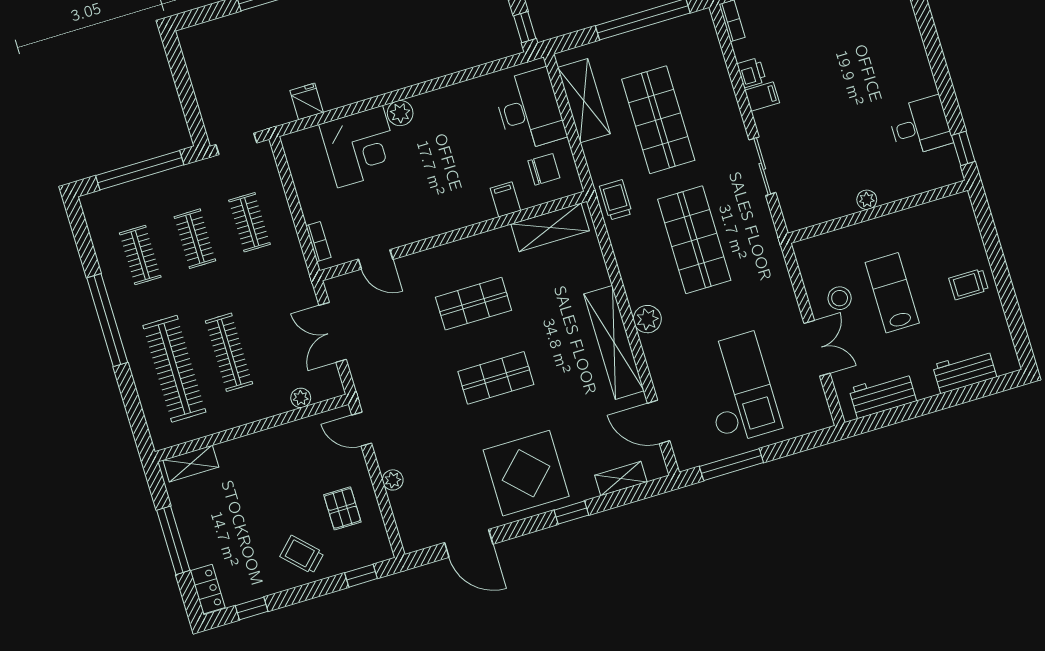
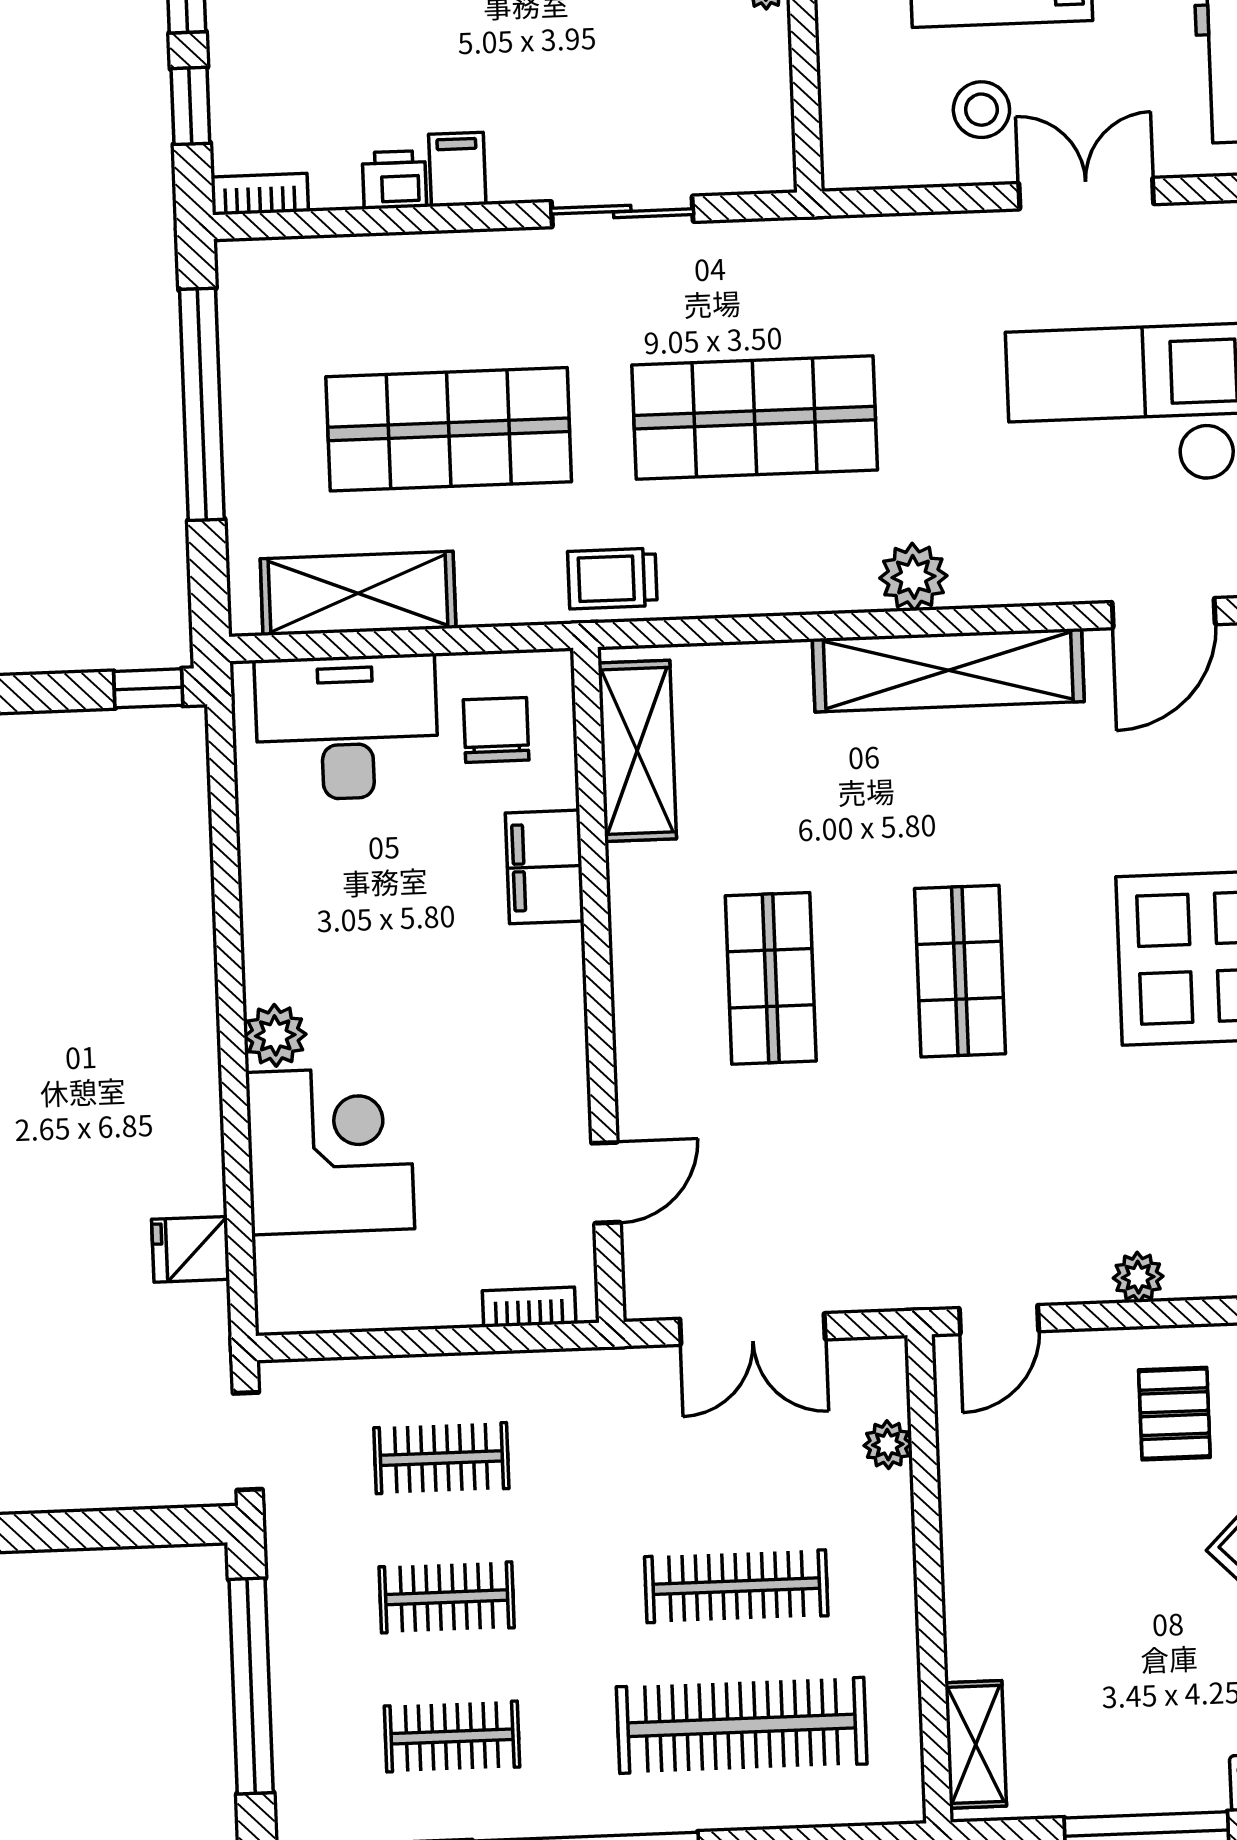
filing cabinet: (505, 199) -> (545, 867), width x2.00
pallet: (342, 508) -> (1174, 1414), turned 90

